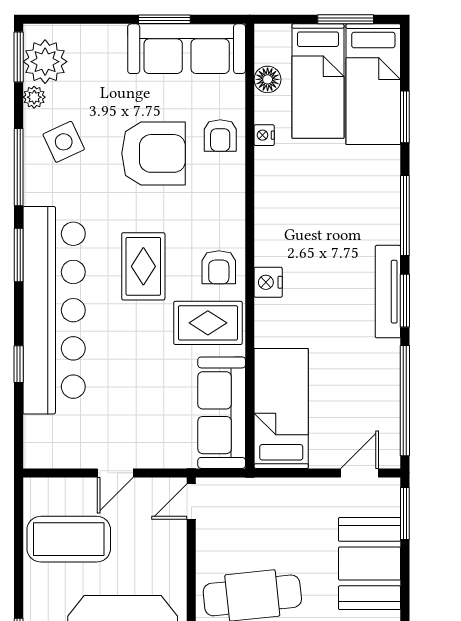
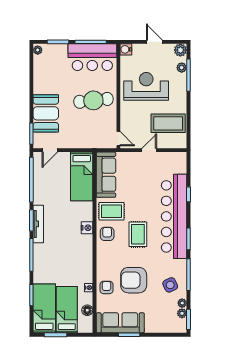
plant: (45, 62) -> (182, 313), width x0.53, depth x0.53
door: (191, 501) -> (118, 139), hinge flipped

